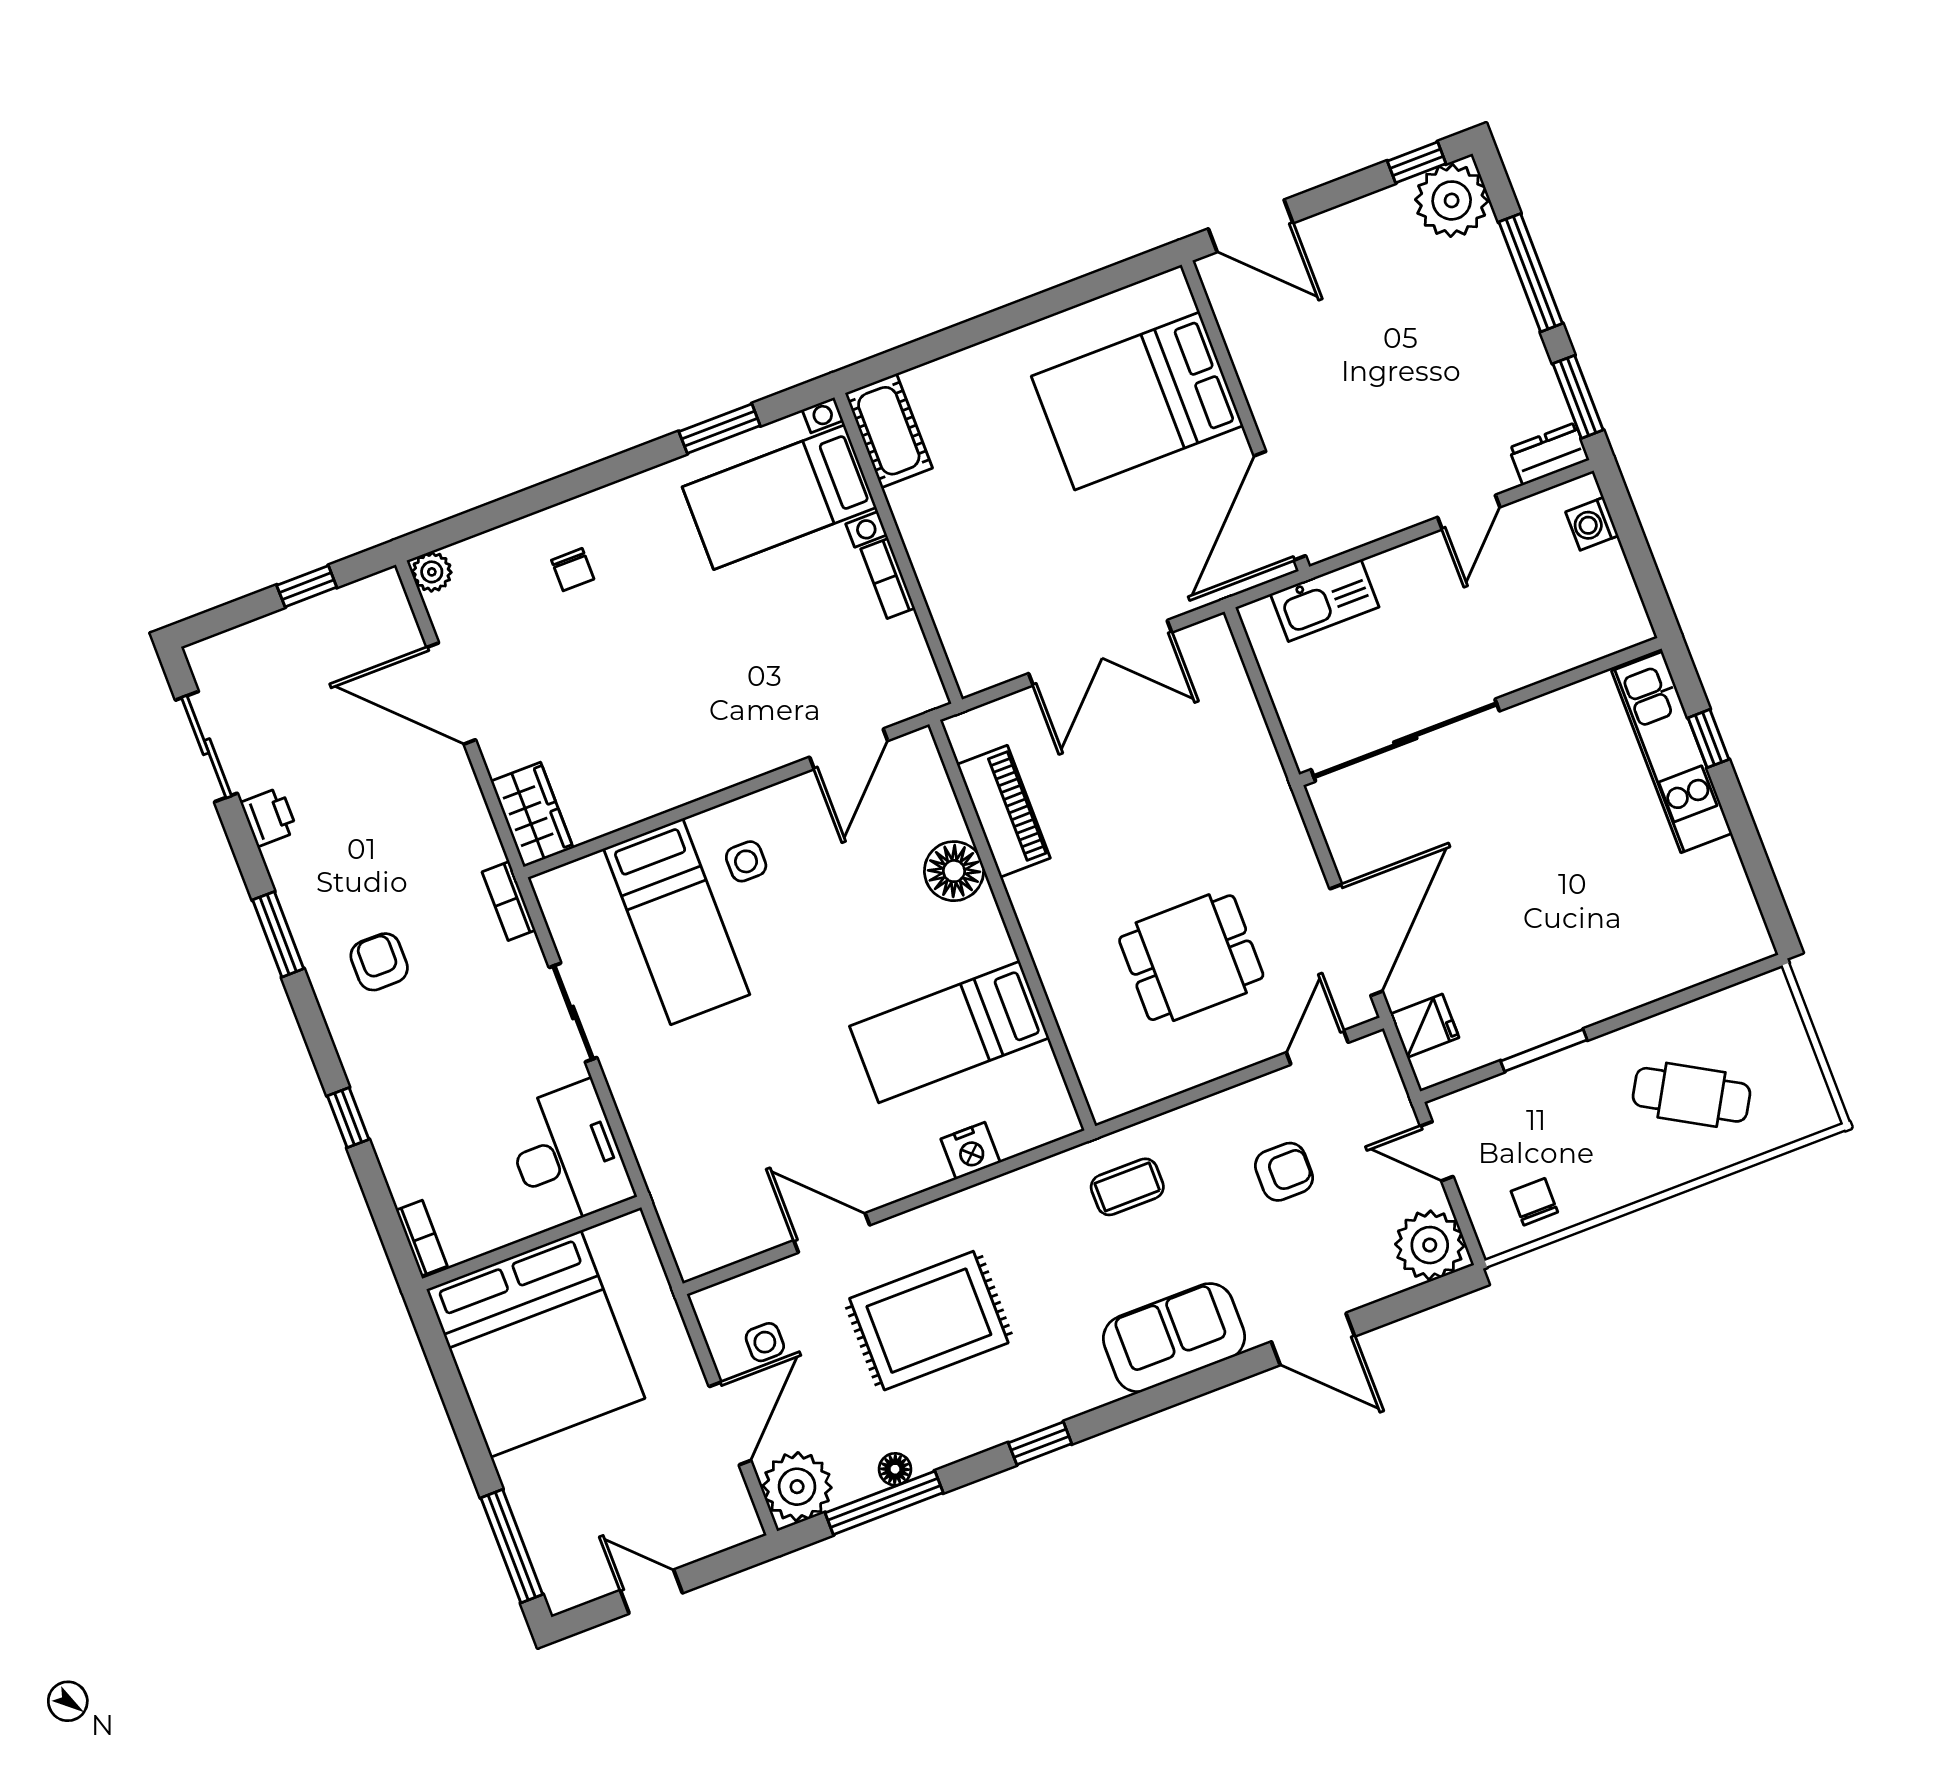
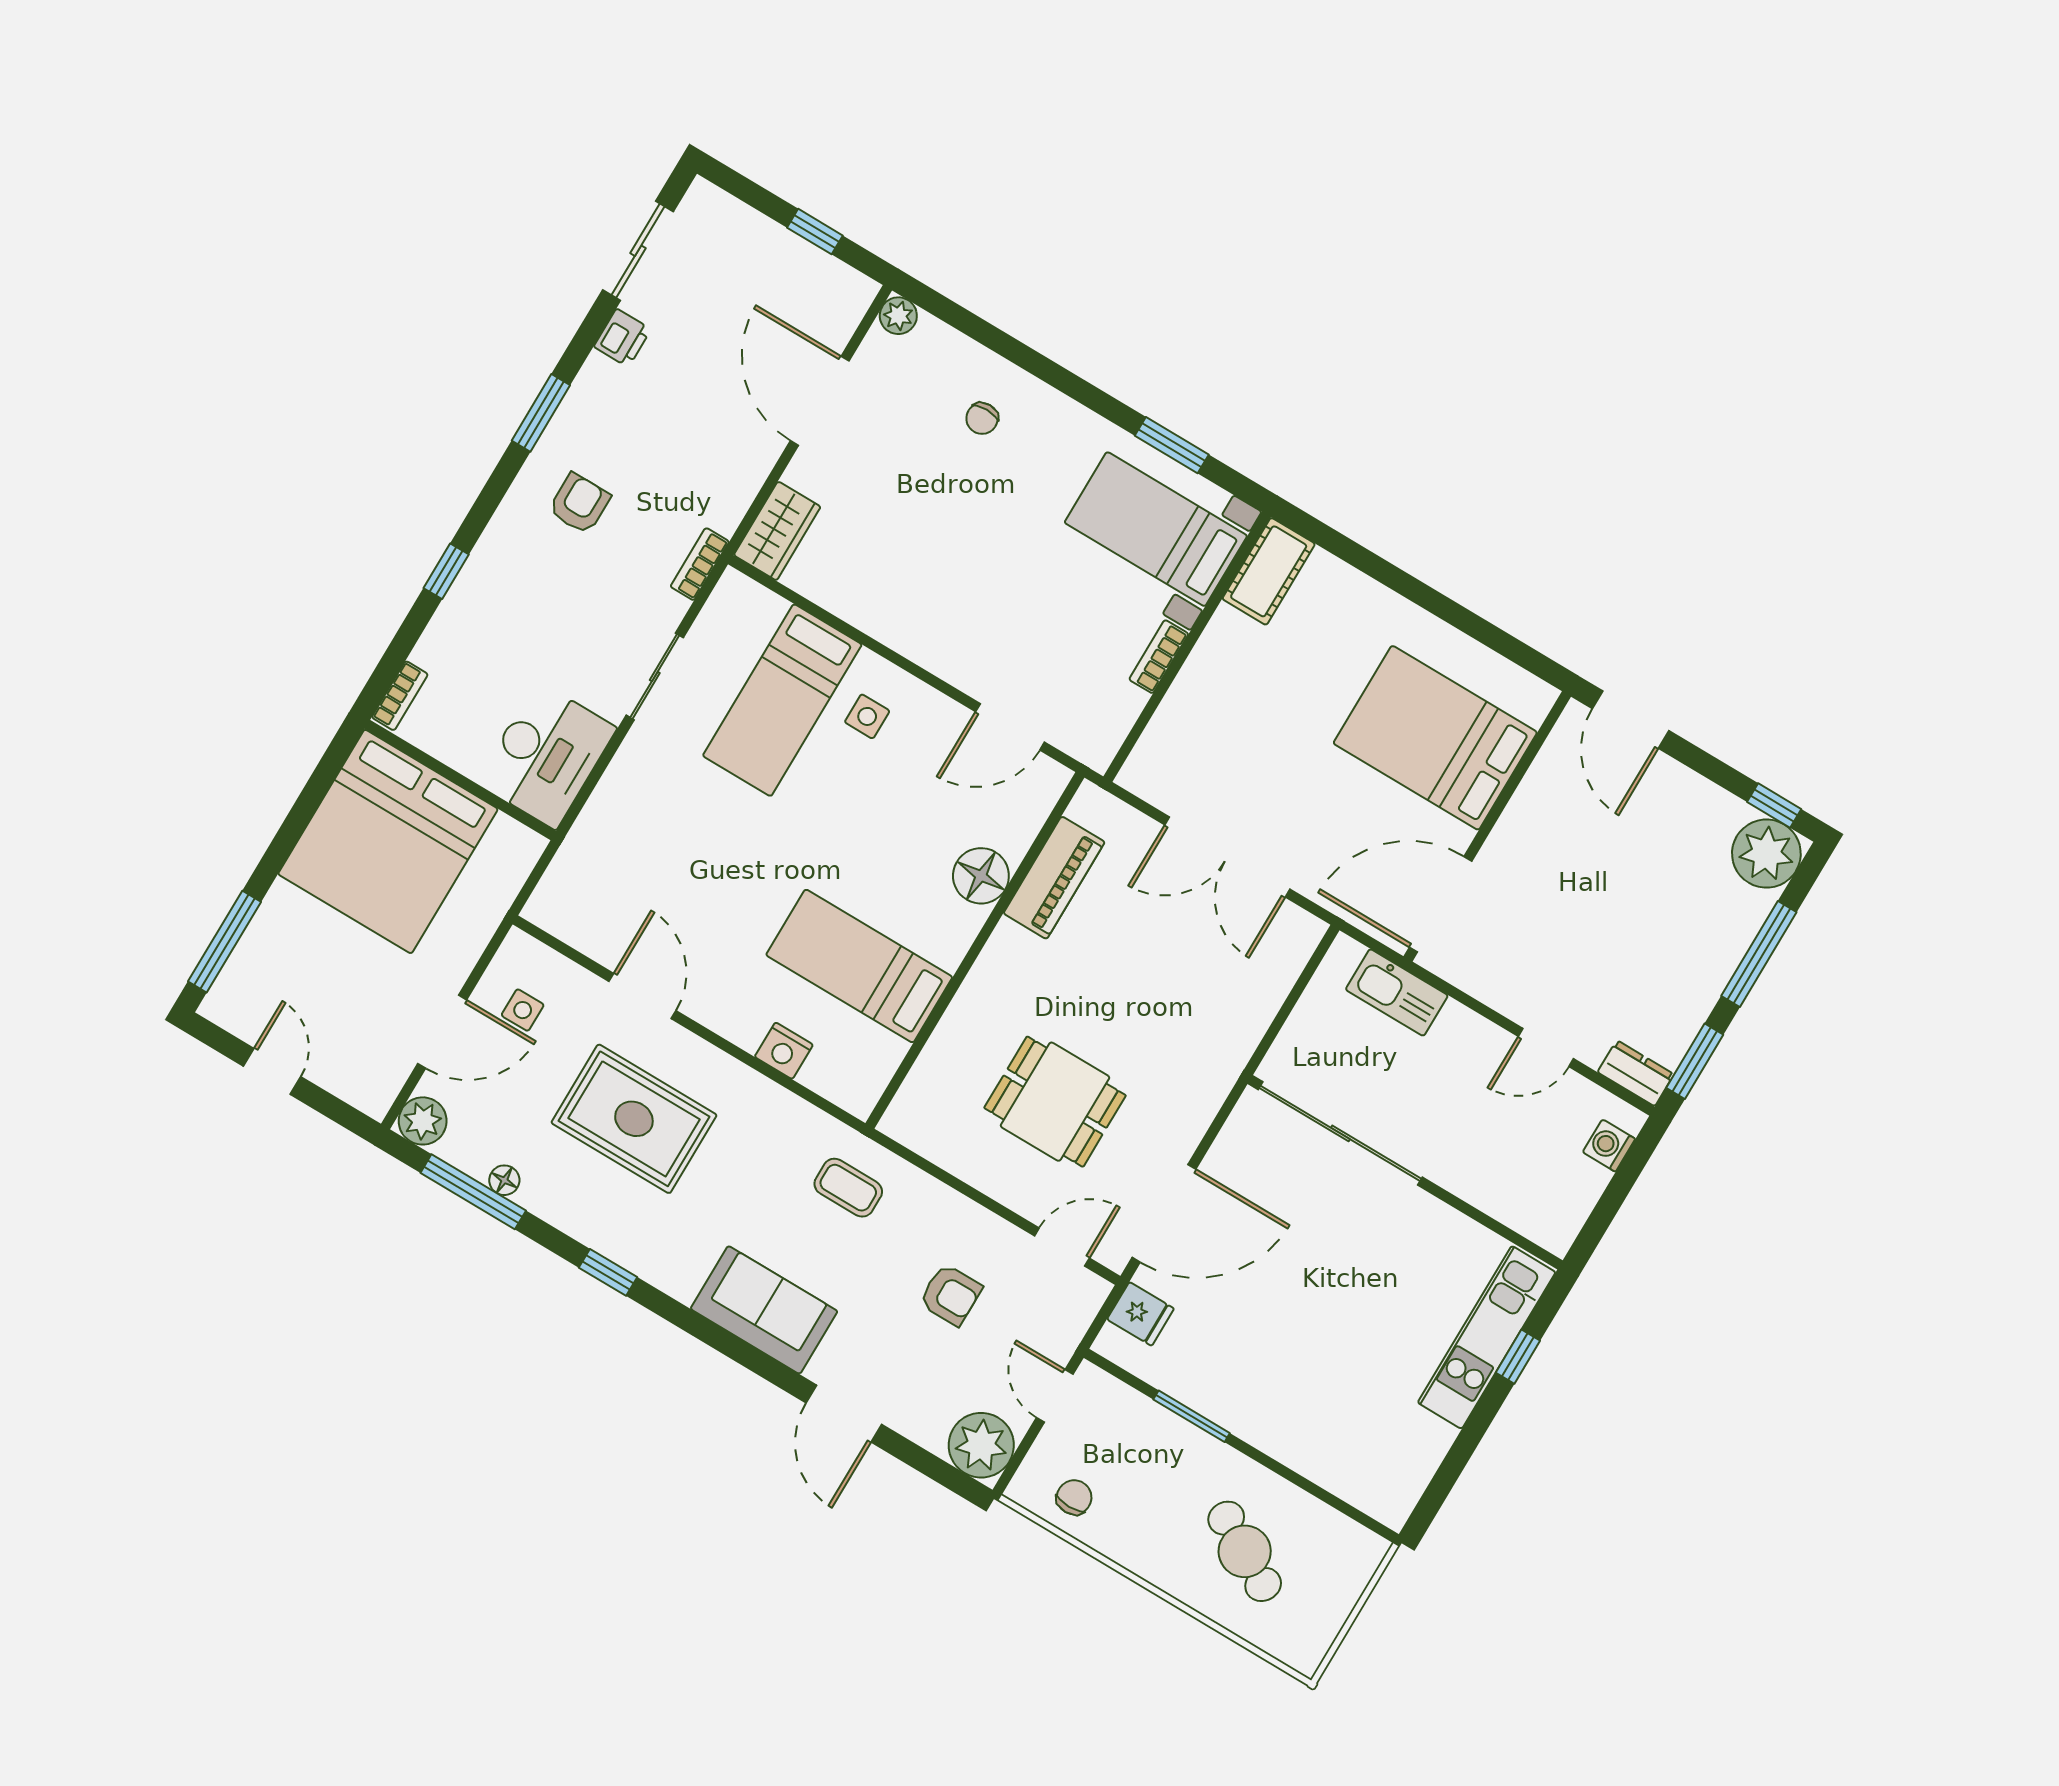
plant: (797, 1487) -> (423, 1121), width x0.73, depth x0.73

